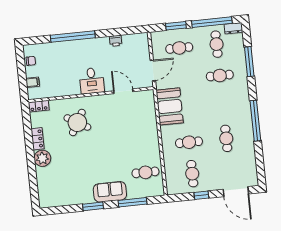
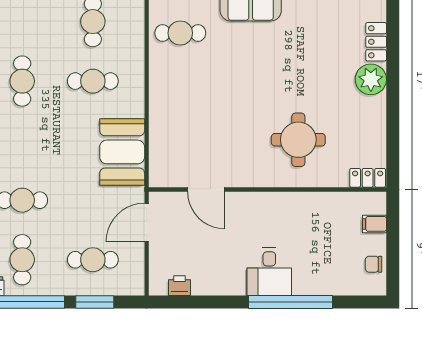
printer: (116, 41) -> (180, 286), moved
desk: (92, 81) -> (269, 272), moved, turned 180
round table: (77, 122) -> (298, 140), turned -30
locker: (38, 139) -> (376, 42), moved

